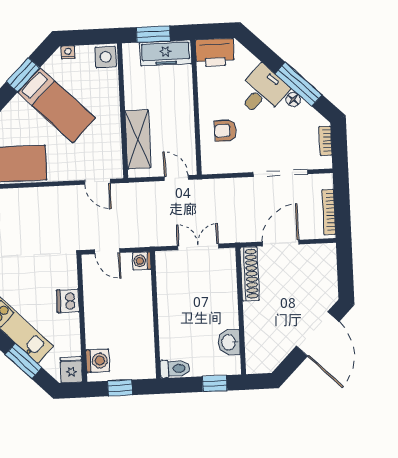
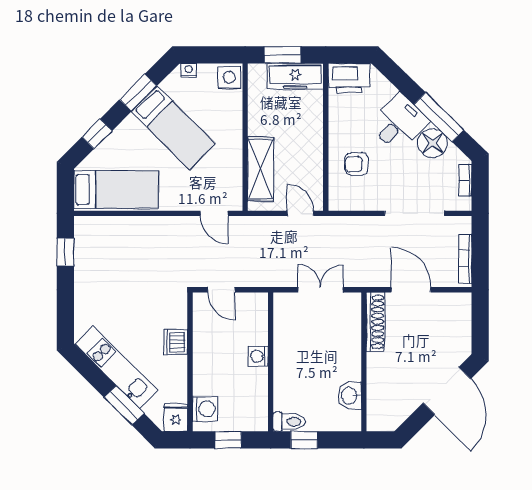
floor lamp: (293, 99) -> (432, 143), width x1.89, depth x1.89
door: (281, 243) -> (411, 290), hinge flipped
washing machine: (142, 261) -> (258, 356), moved
window: (215, 383) -> (304, 440), moved

